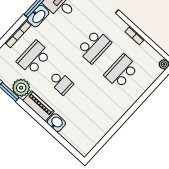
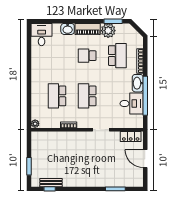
school desk: (121, 71) -> (57, 96), turned 180
desk: (84, 139) -> (42, 35), added

